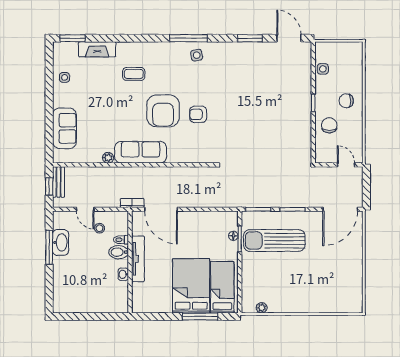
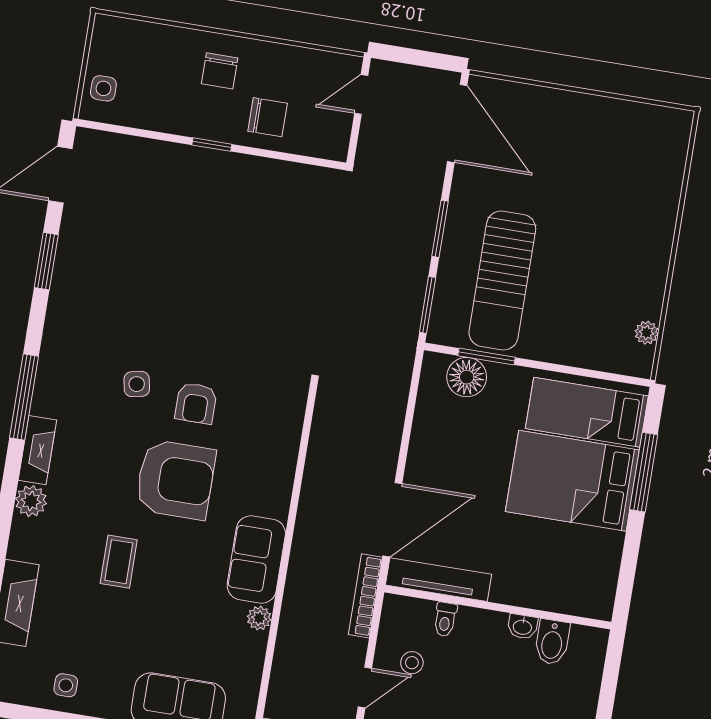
fireplace: (166, 48) -> (37, 450), added
plant: (143, 49) -> (31, 501), added
side table: (197, 55) -> (137, 384), moved
side table: (323, 69) -> (103, 88), moved
coffee table: (134, 74) -> (119, 562), moved
chair: (329, 125) -> (268, 117), turned 180
sofa: (141, 152) -> (256, 559), width x0.73
bookcase: (132, 203) -> (365, 596), width x1.56
floor lamp: (233, 236) -> (467, 377), width x1.89, depth x1.89
bidet: (119, 252) -> (552, 642), moved
tv unit: (138, 259) -> (438, 580), moved

